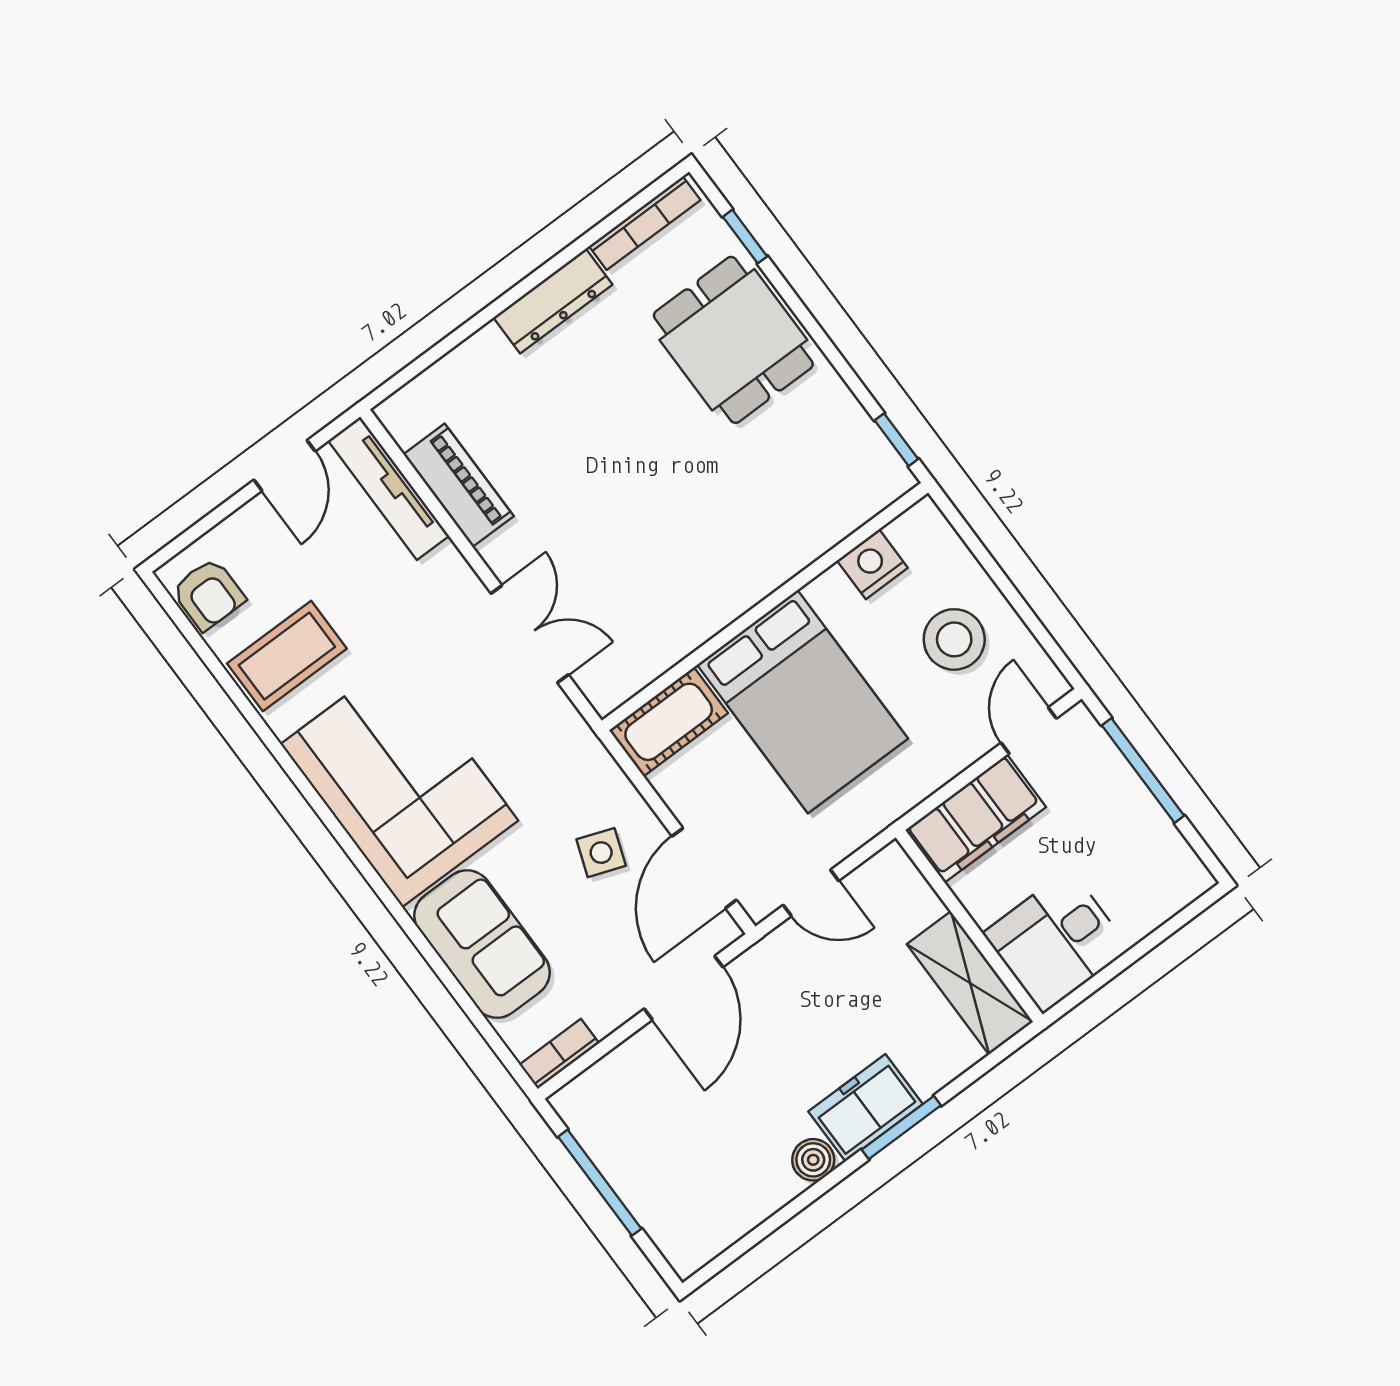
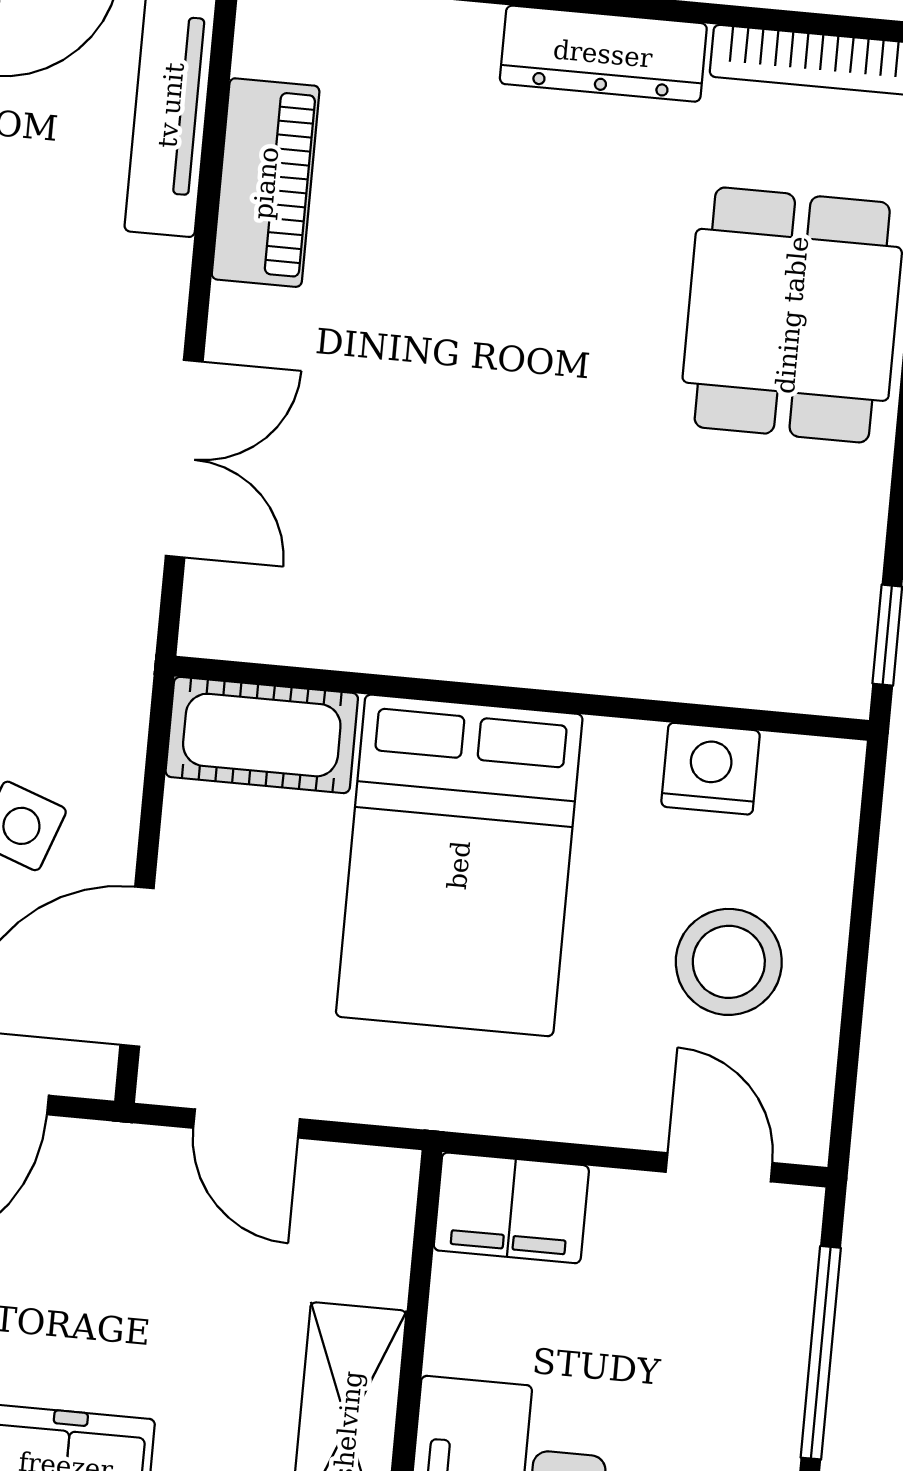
door: (1029, 731) -> (719, 1167), hinge flipped
filing cabinet: (976, 819) -> (511, 1208), width x0.67, depth x0.86

